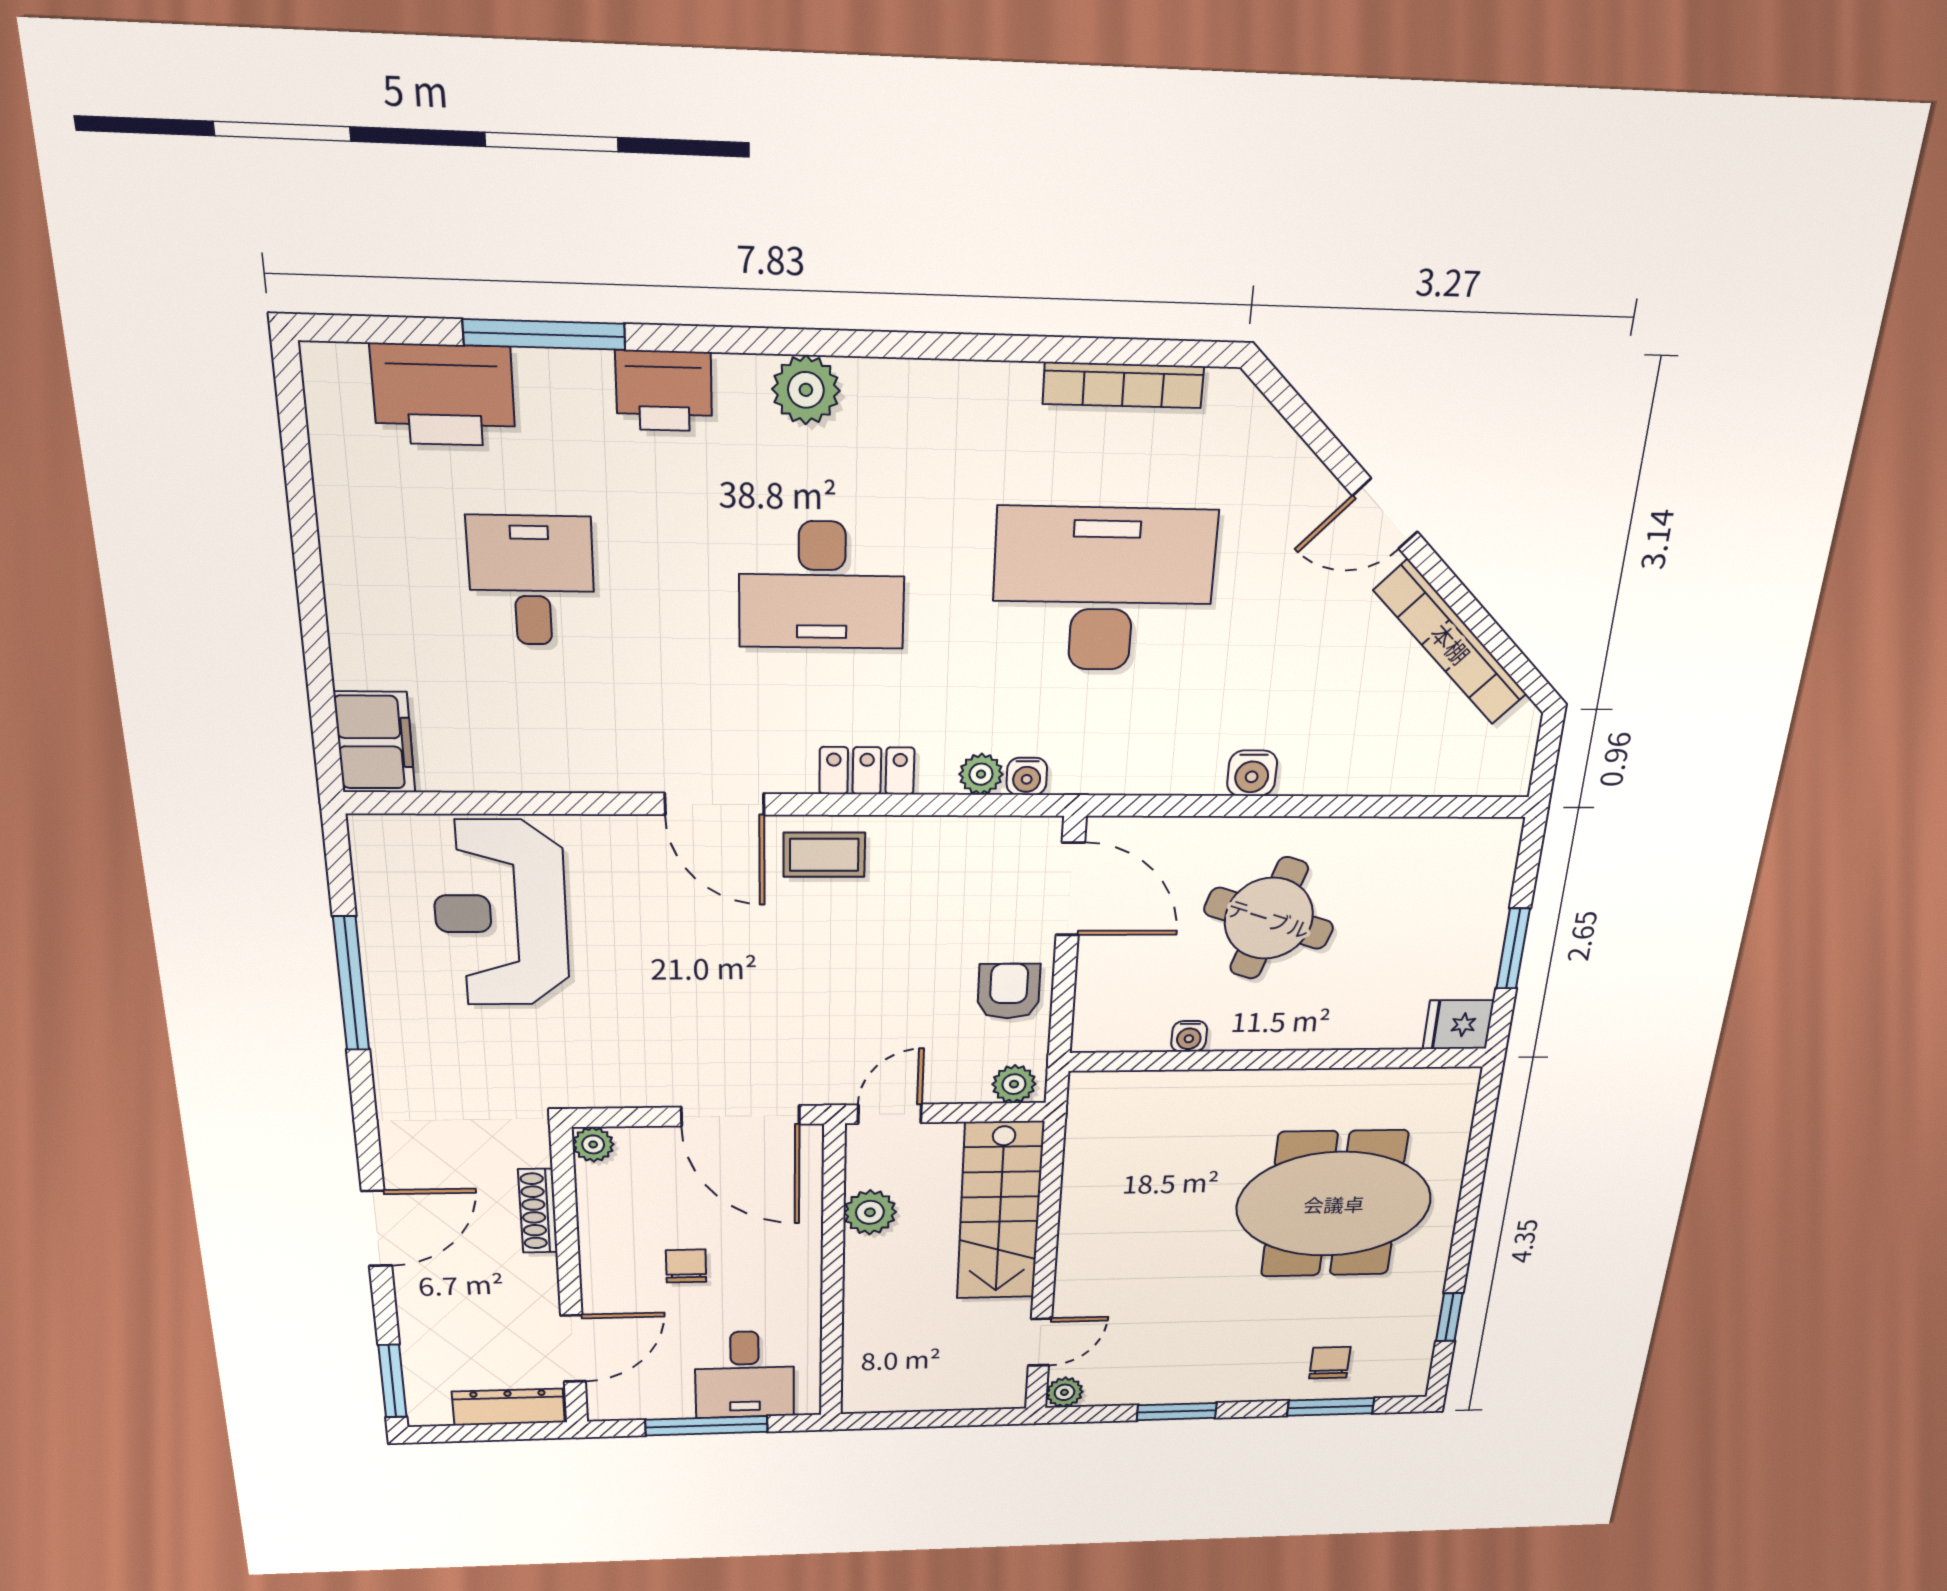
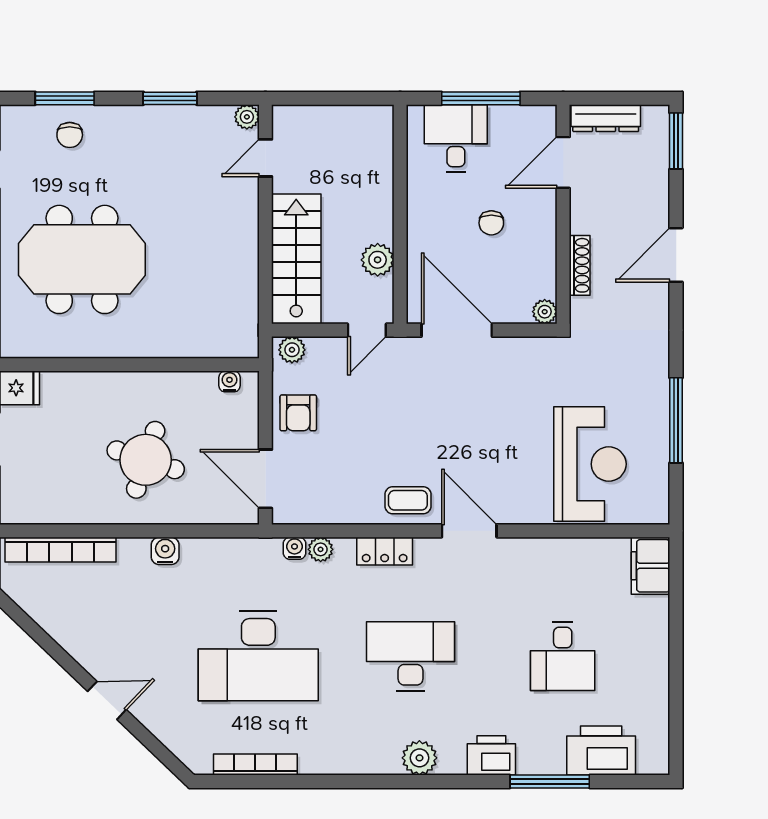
bookcase: (1451, 643) -> (61, 550), moved, turned 136
water cooler: (1189, 1036) -> (229, 381), moved

